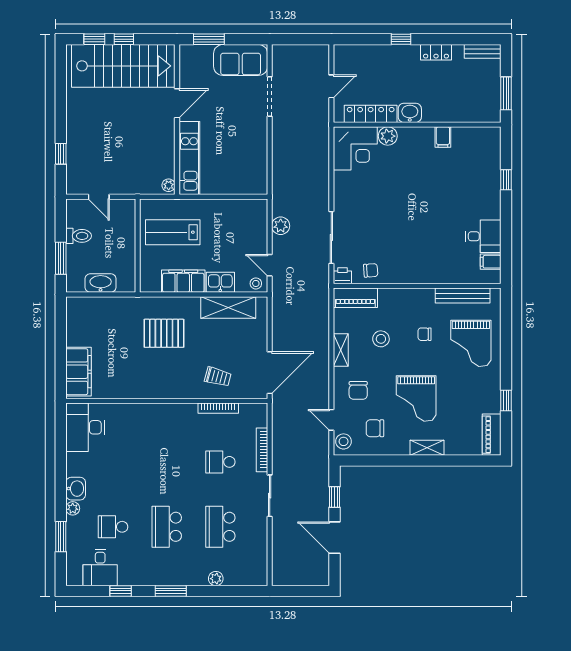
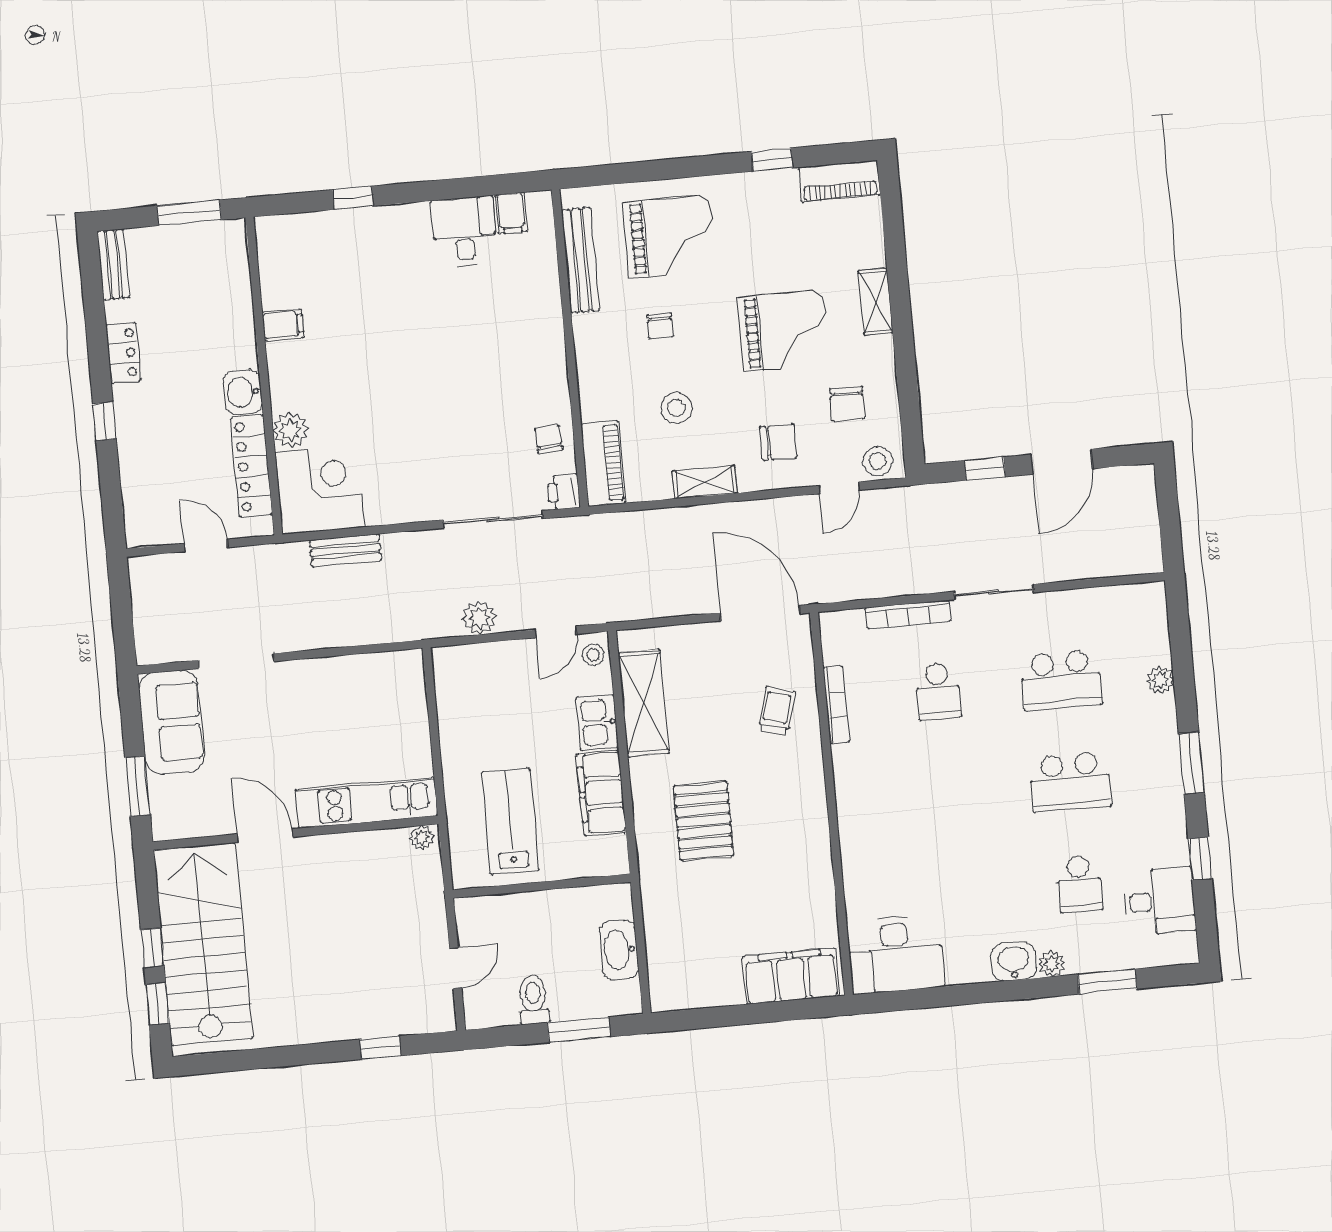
bench: (322, 159) -> (345, 550), added
lab bench: (173, 232) -> (510, 821), turned 180

